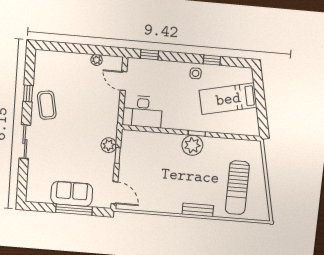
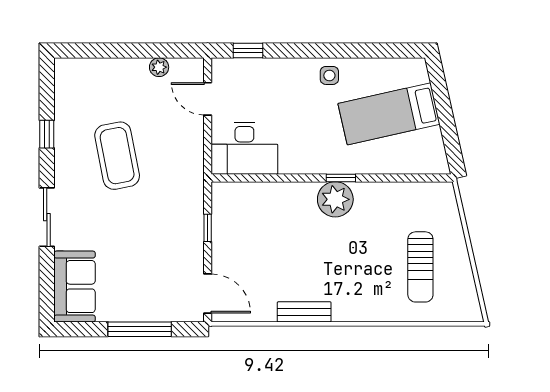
window: (212, 60) -> (355, 51), removed
coffee table: (47, 105) -> (117, 156), moved, width x1.36, depth x1.32
plant: (109, 145) -> (191, 211), removed
sun lounger: (237, 188) -> (420, 267), width x0.73, depth x0.75
sofa: (72, 194) -> (75, 287), moved, turned 90
bench: (198, 210) -> (304, 312), moved

